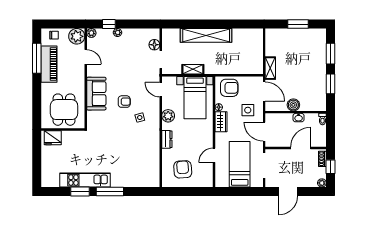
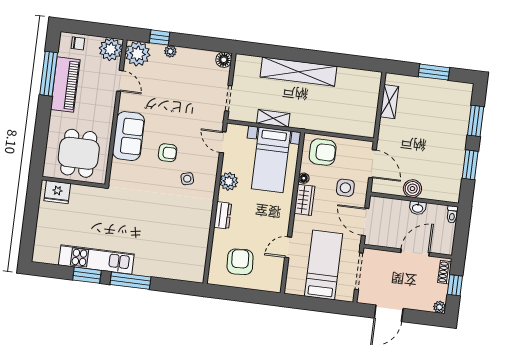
plant: (91, 33) -> (138, 54), width x1.87, depth x1.87
floor lamp: (154, 45) -> (224, 60), moved
shelving: (270, 68) -> (389, 102), moved

